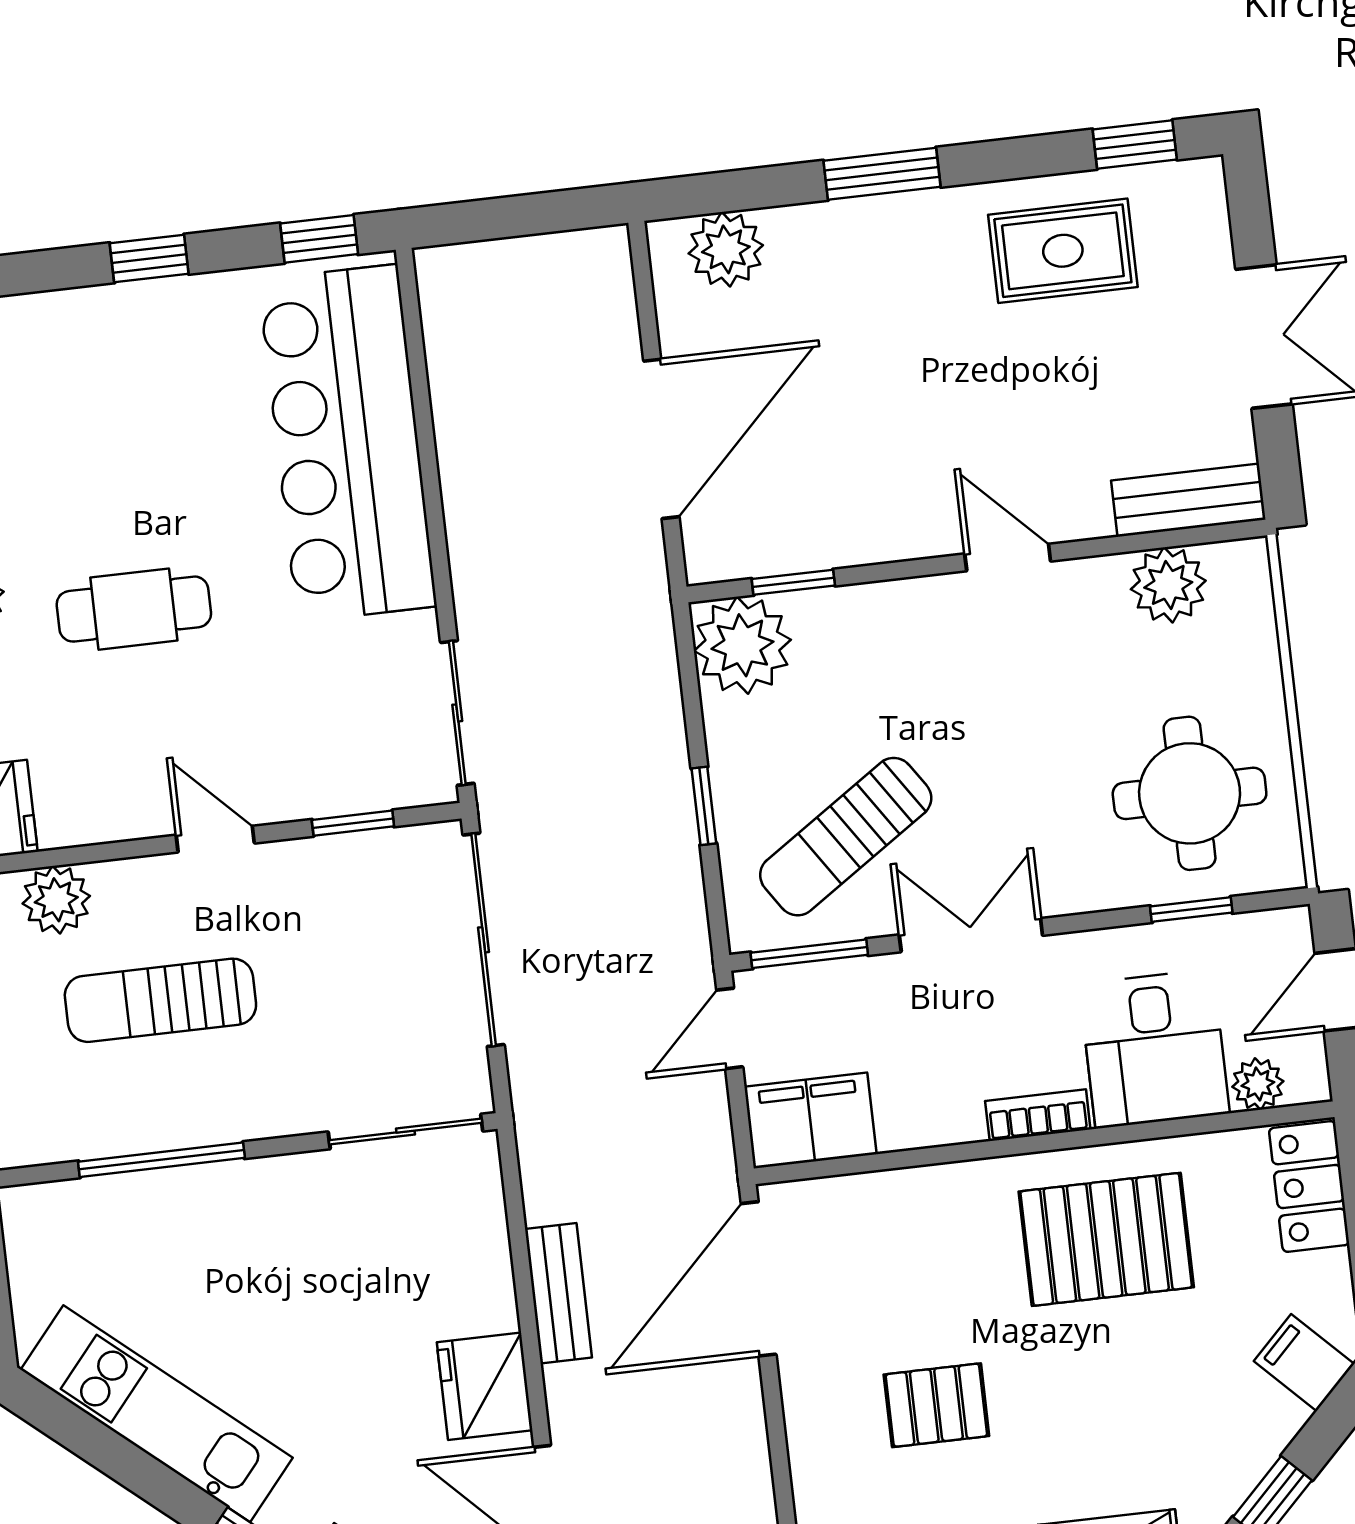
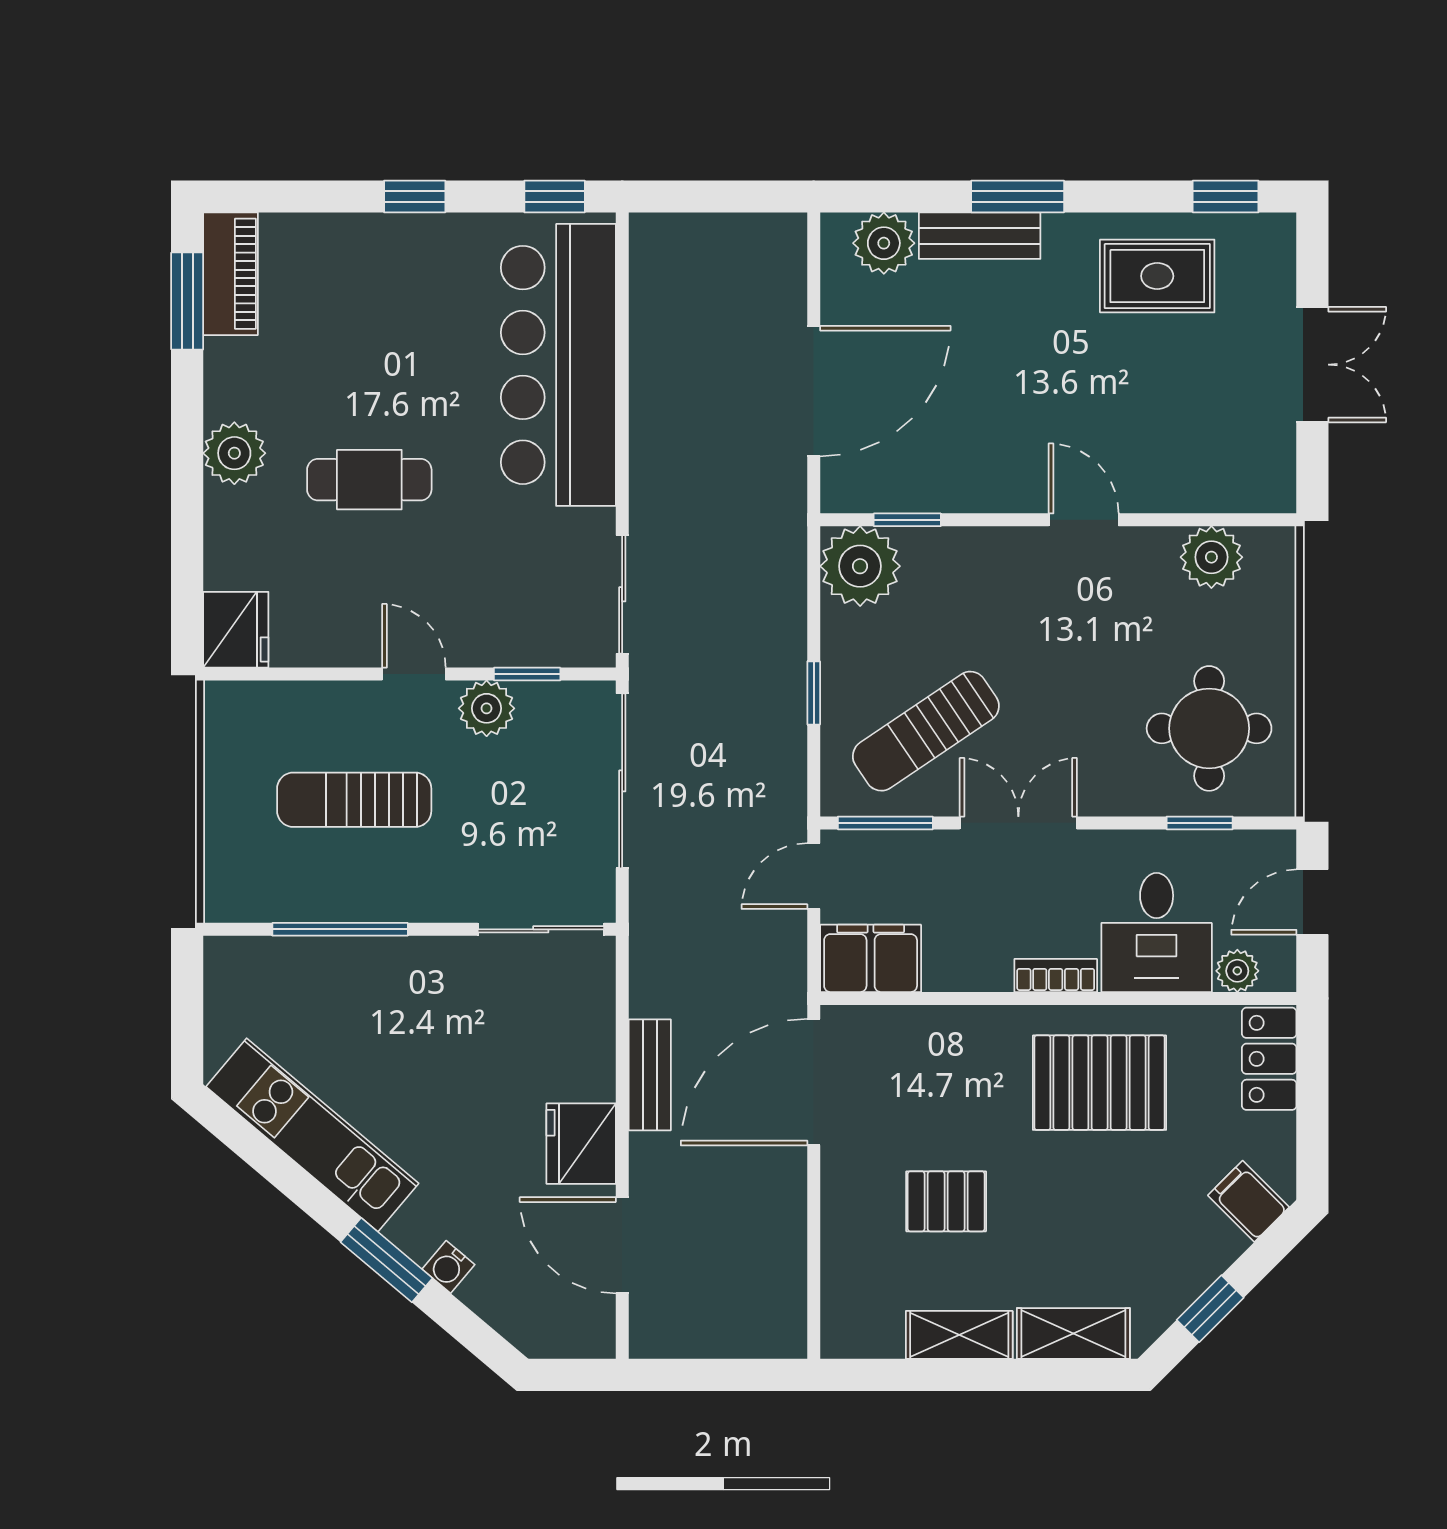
bench: (1188, 500) -> (980, 236), moved
plant: (56, 900) -> (487, 708), moved

